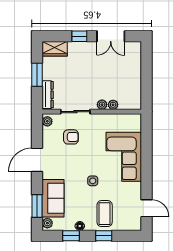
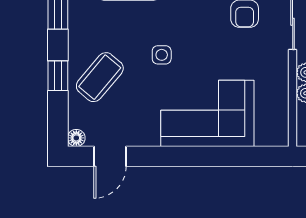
coffee table: (105, 214) -> (100, 77), turned -50
floor lamp: (80, 226) -> (76, 138), moved

